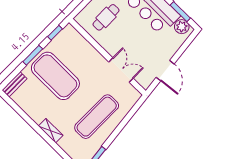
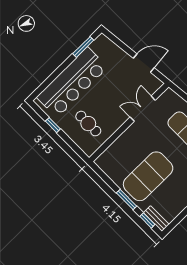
plant: (182, 27) -> (99, 46), removed
window: (55, 33) -> (147, 220), moved

